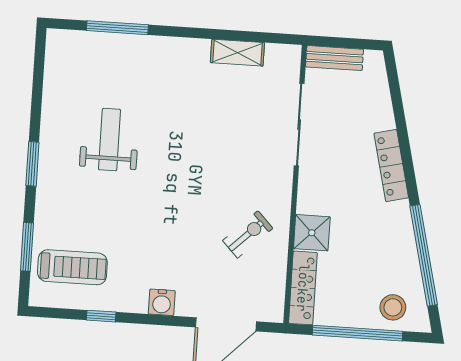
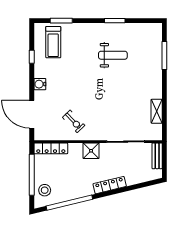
window: (32, 164) -> (115, 21), moved
shower: (312, 233) -> (91, 151), moved

